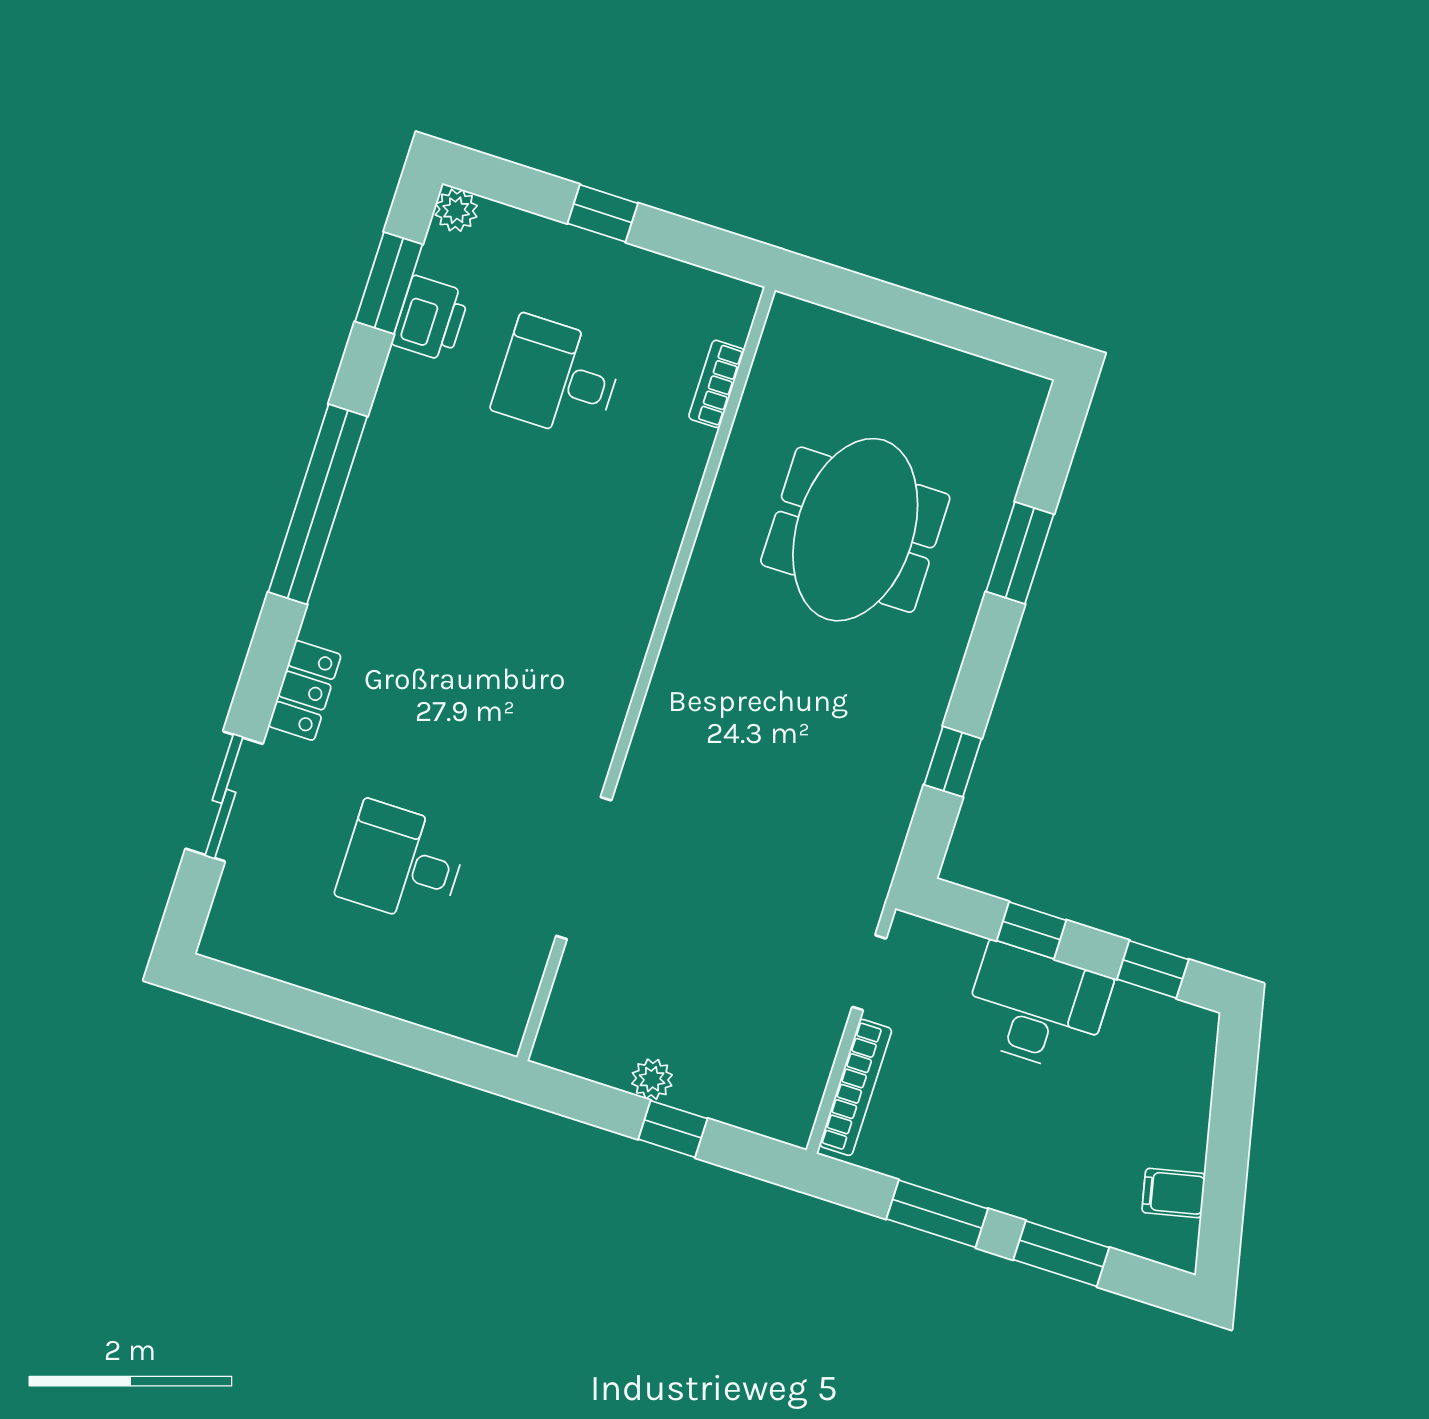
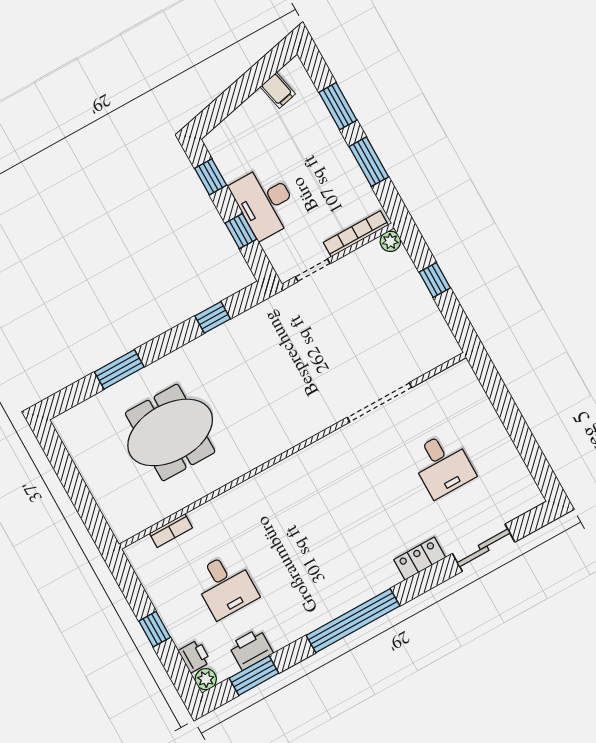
printer: (505, 229) -> (194, 656), added
plant: (652, 1079) -> (390, 241), moved

